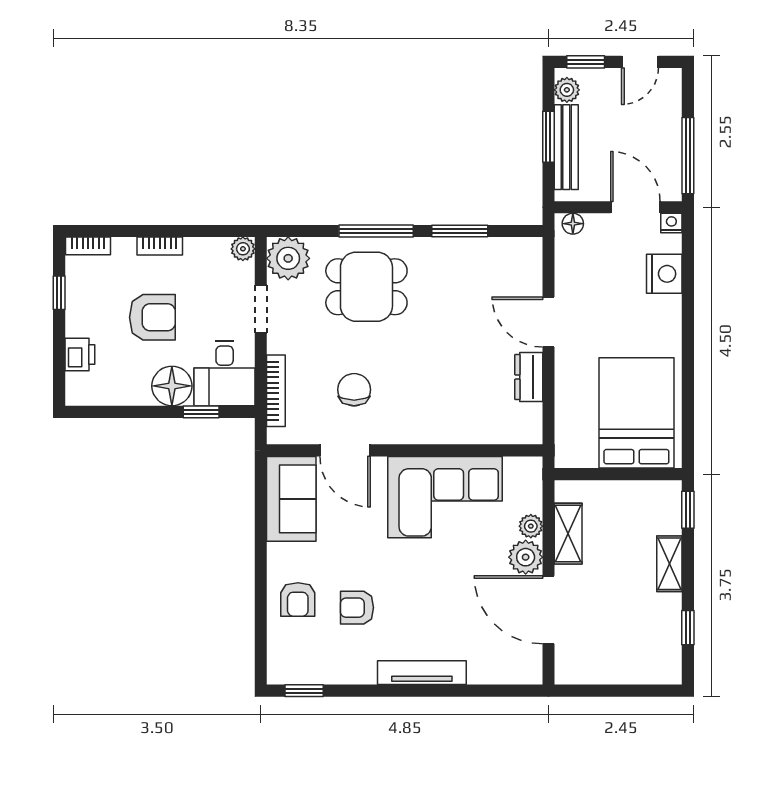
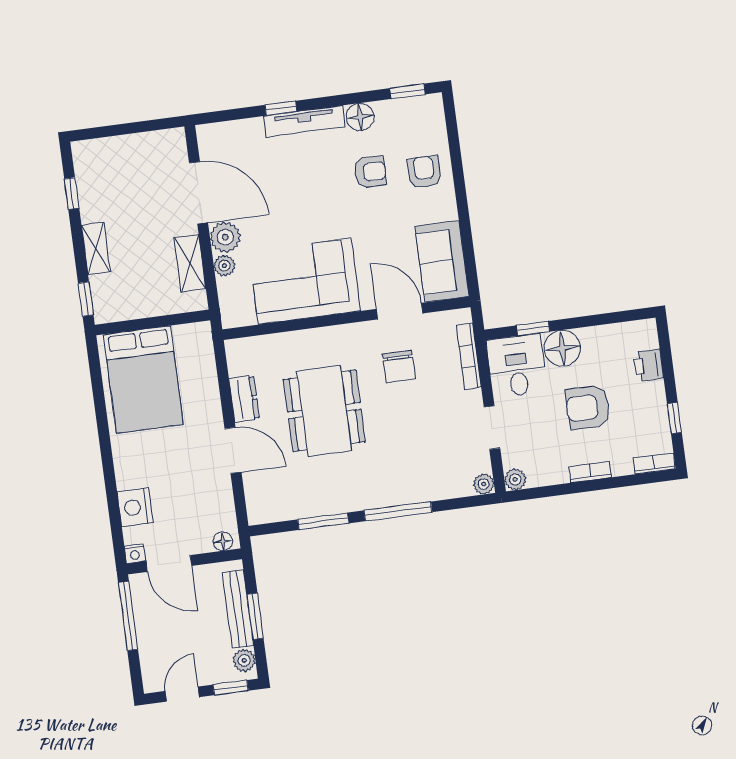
plant: (288, 258) -> (484, 484), width x0.53, depth x0.53
dining table: (366, 287) -> (324, 411), moved, width x1.38
floor lamp: (360, 669) -> (360, 117), added
window: (446, 691) -> (281, 108), added

